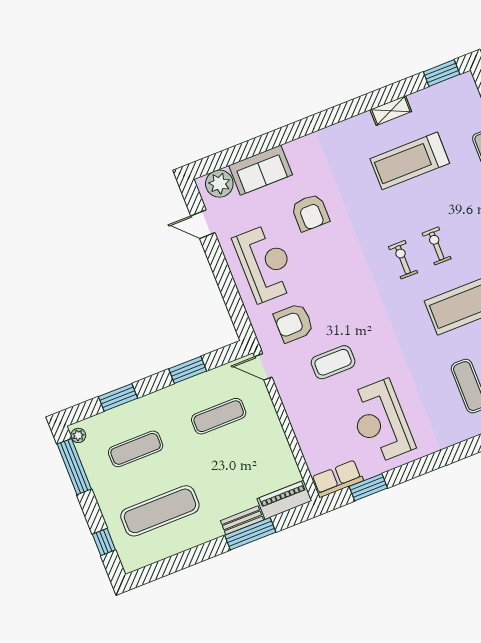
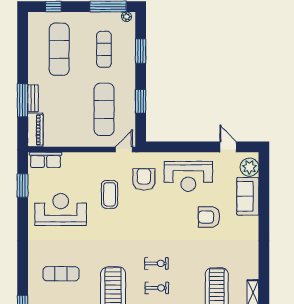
door: (203, 224) -> (228, 147), hinge flipped
exercise mat: (219, 416) -> (104, 109), width x1.36, depth x1.45
row of seats: (337, 479) -> (46, 160), moved, turned 90

